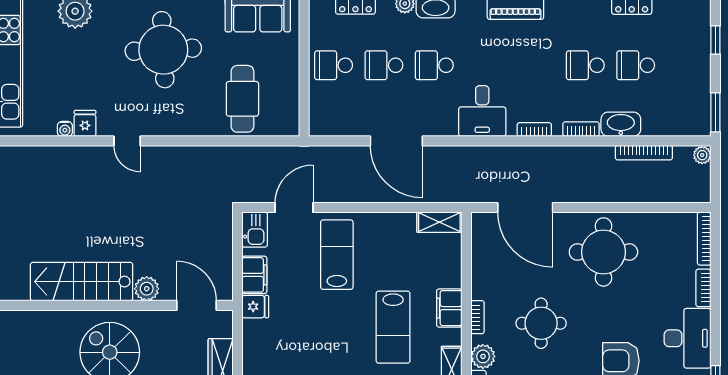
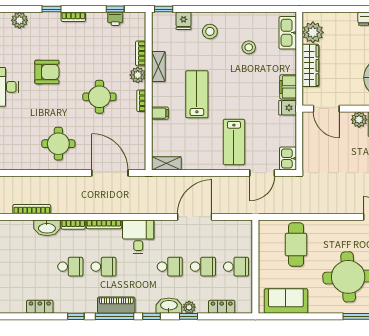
school desk: (636, 65) -> (103, 267), moved
bookcase: (534, 130) -> (104, 224), width x1.56
door: (396, 141) -> (195, 217), hinge flipped
round table: (603, 252) -> (58, 144), width x0.73, depth x0.73
filing cabinet: (254, 275) -> (288, 87), moved
filing cabinet: (449, 308) -> (160, 113), width x0.50

